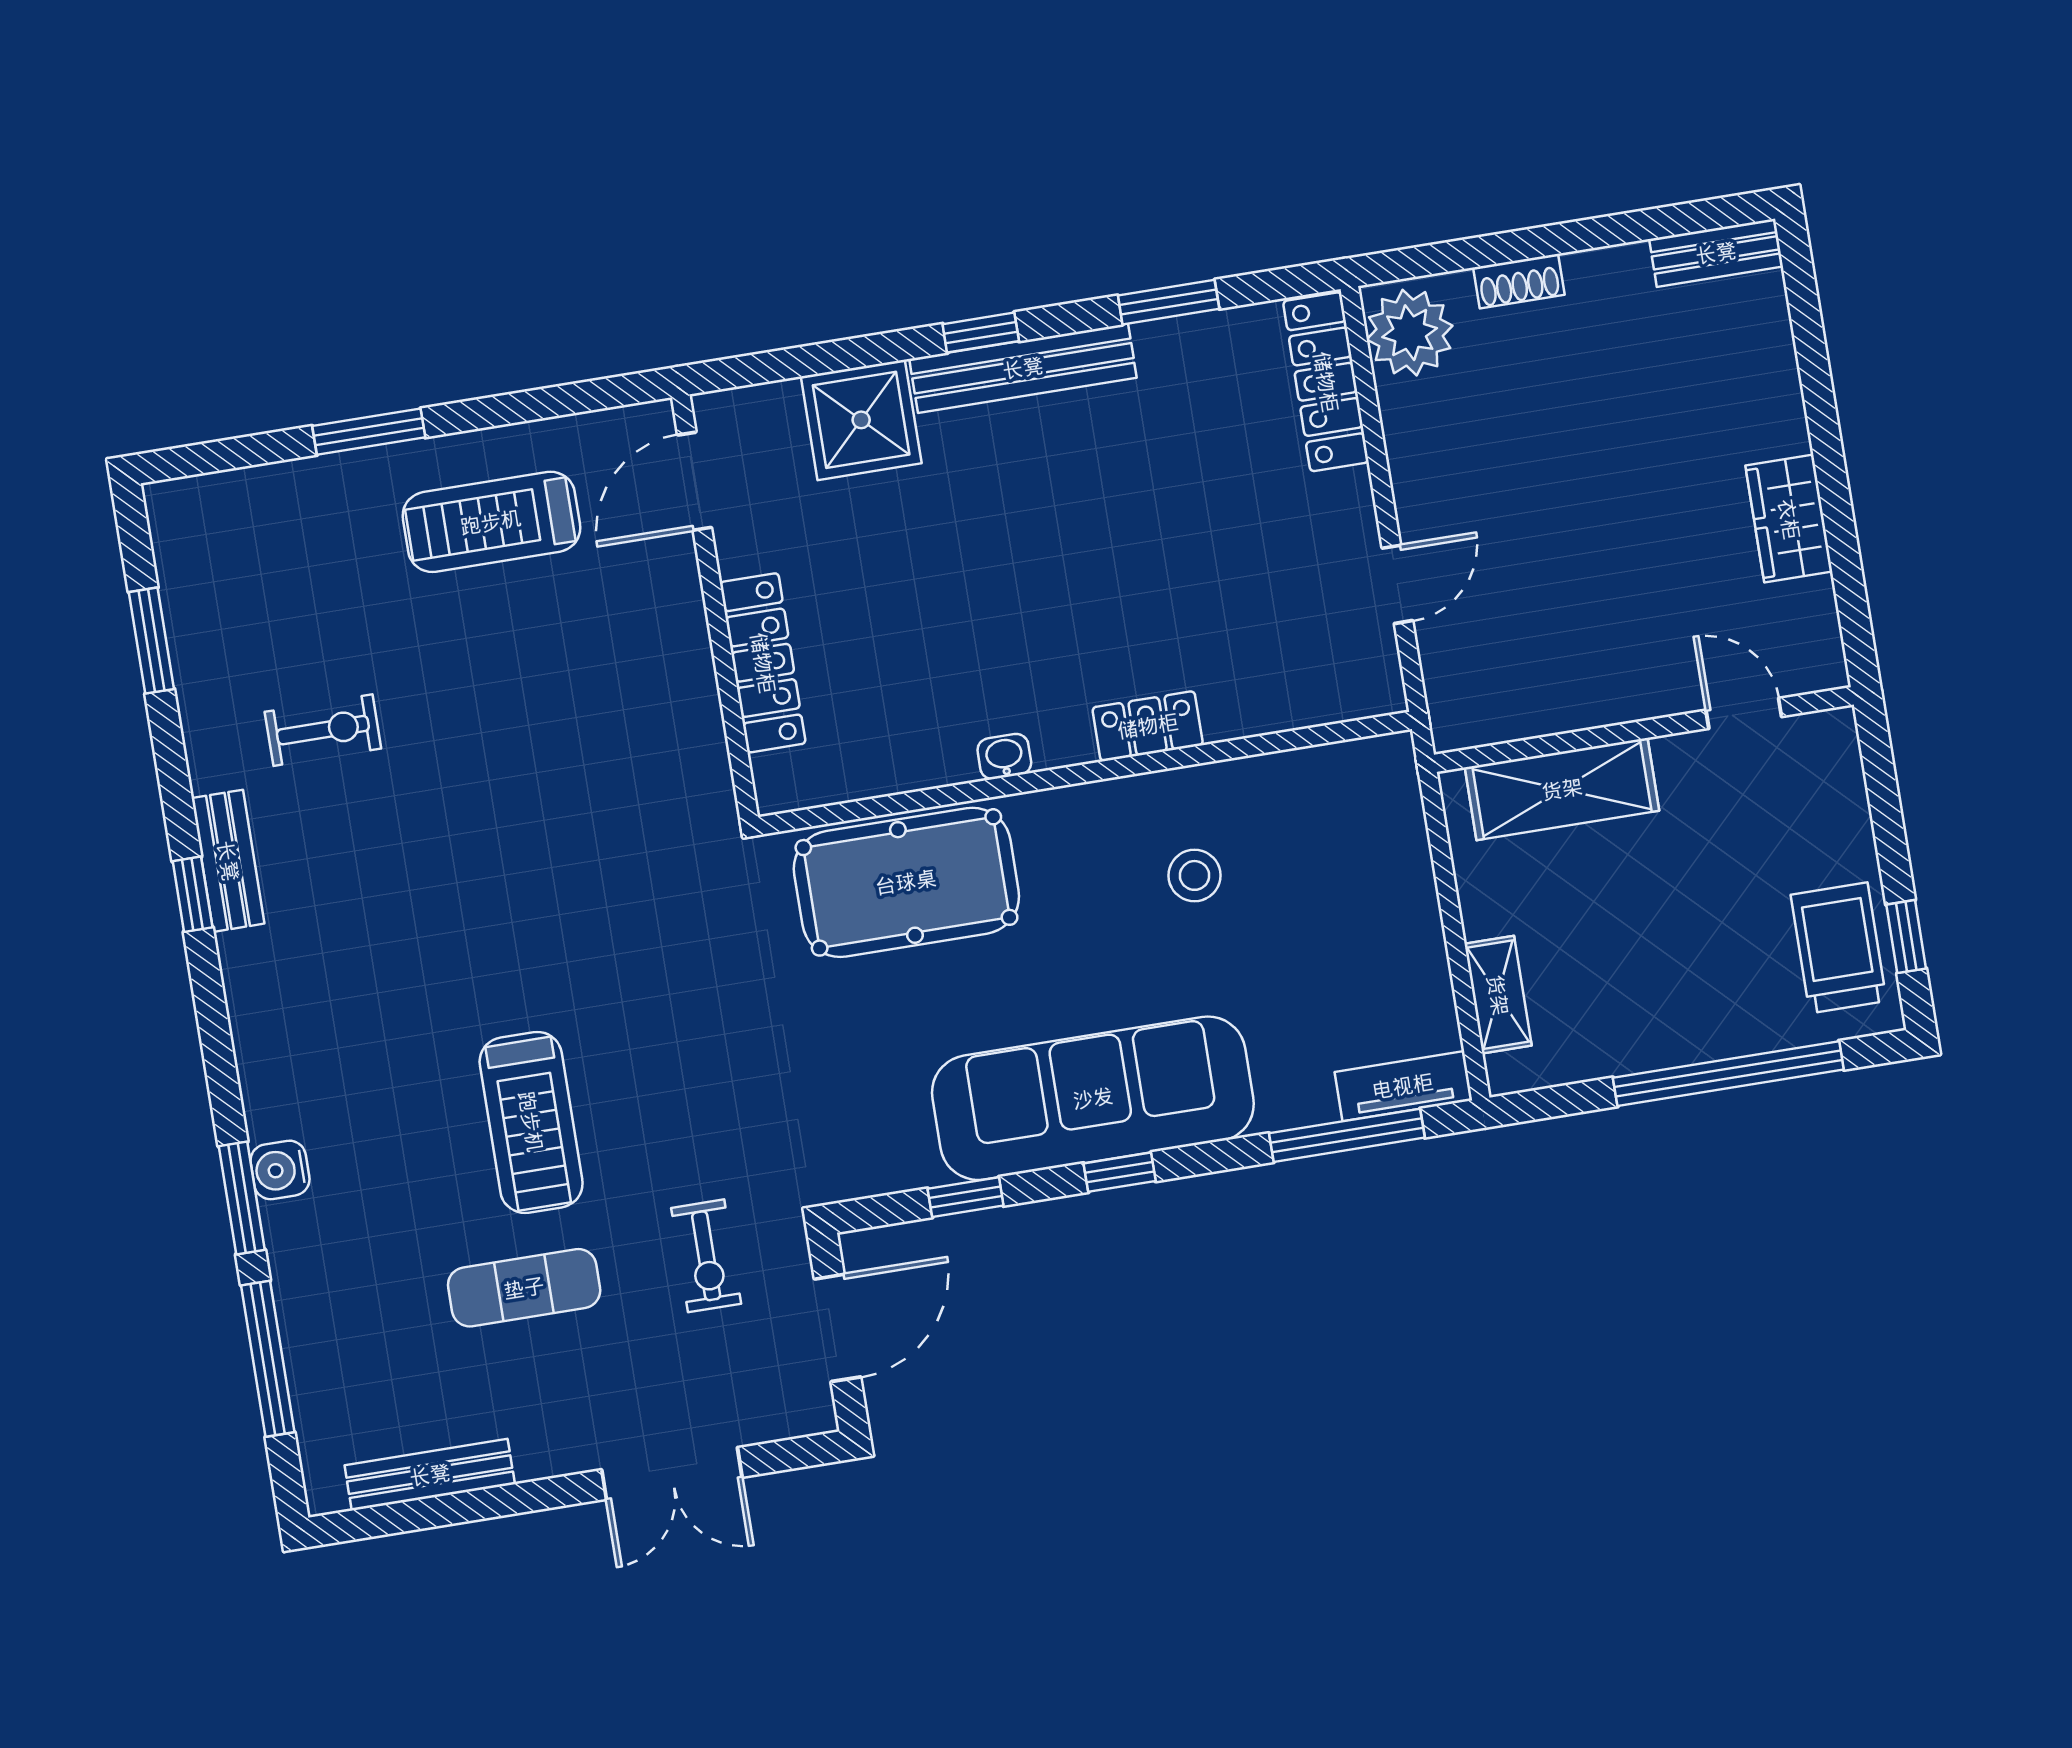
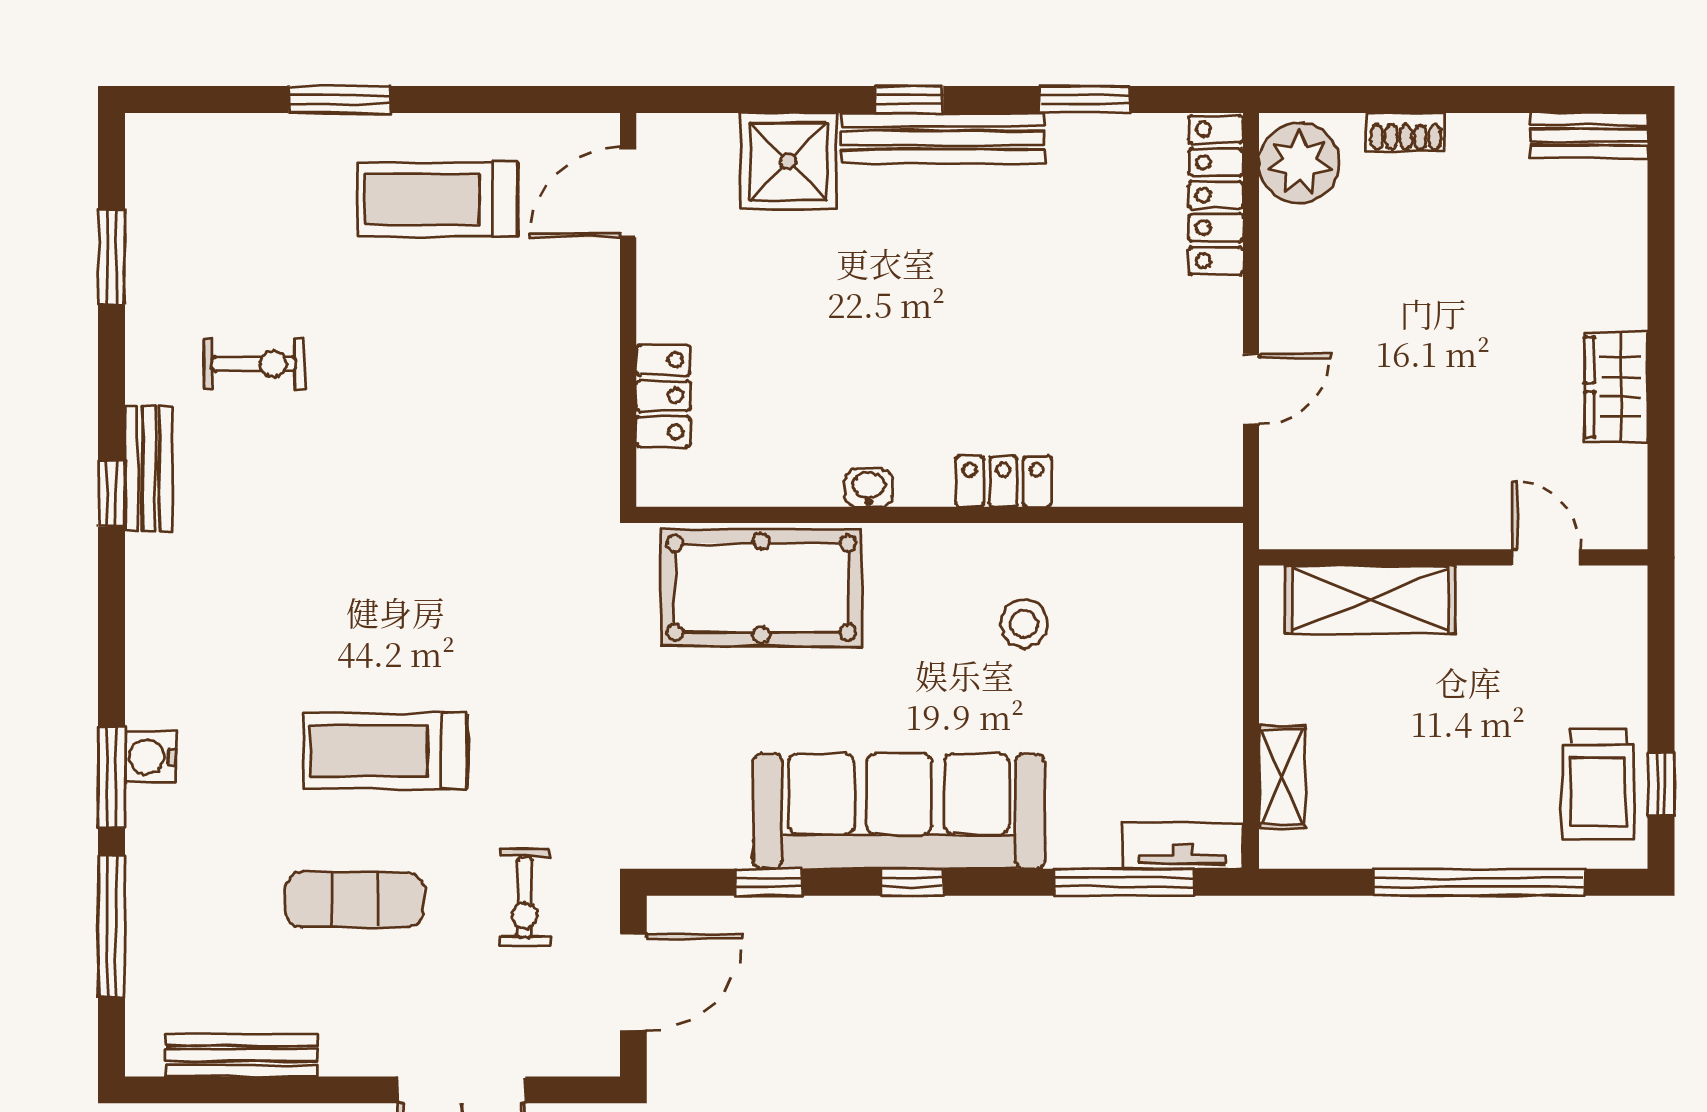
locker: (763, 663) -> (663, 396), width x0.66
trolley: (1839, 948) -> (1598, 784), turned 180
treadmill: (531, 1122) -> (385, 751), turned 90

